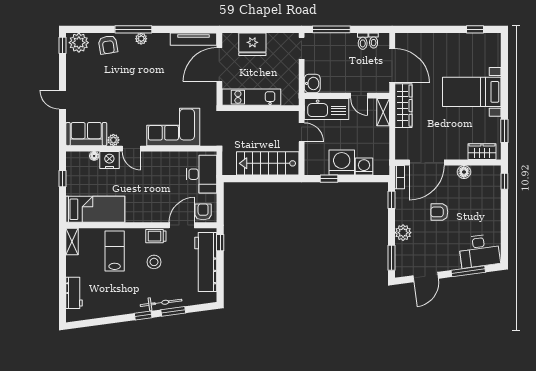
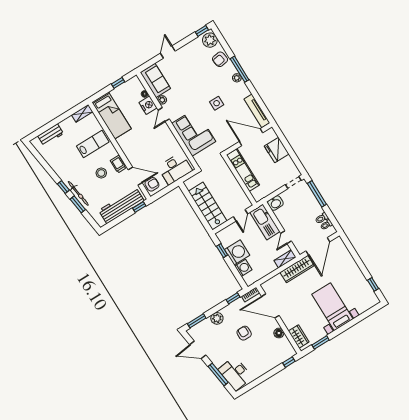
side table: (156, 80) -> (217, 103), added

